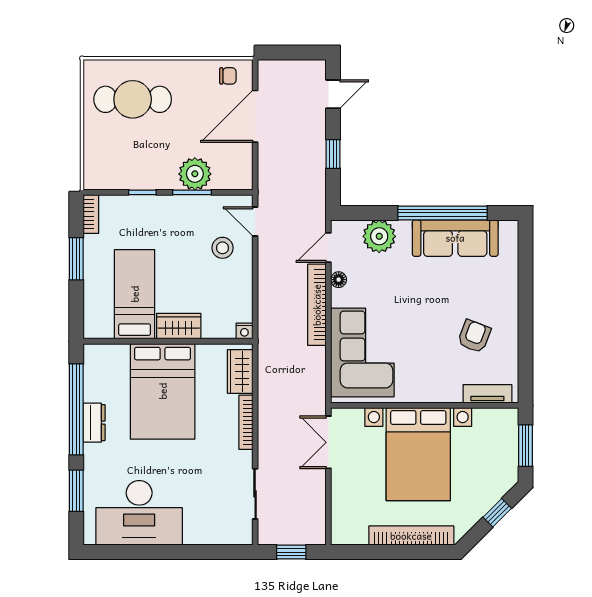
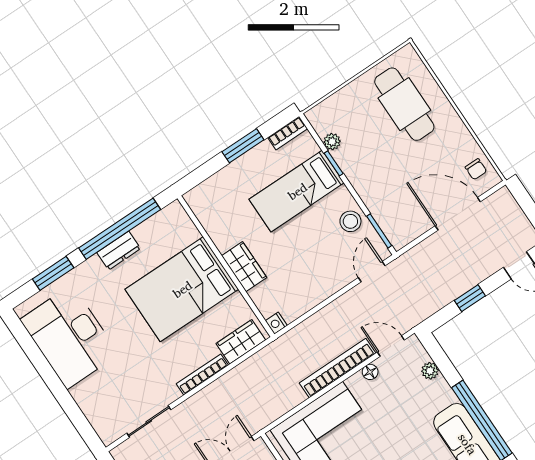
plant: (195, 174) -> (332, 142), moved, width x0.53, depth x0.53
window: (192, 192) -> (379, 231), moved
plant: (379, 236) -> (430, 371), width x0.53, depth x0.53
stool: (223, 248) -> (350, 221), moved
bed: (135, 294) -> (297, 191), moved, turned 180

